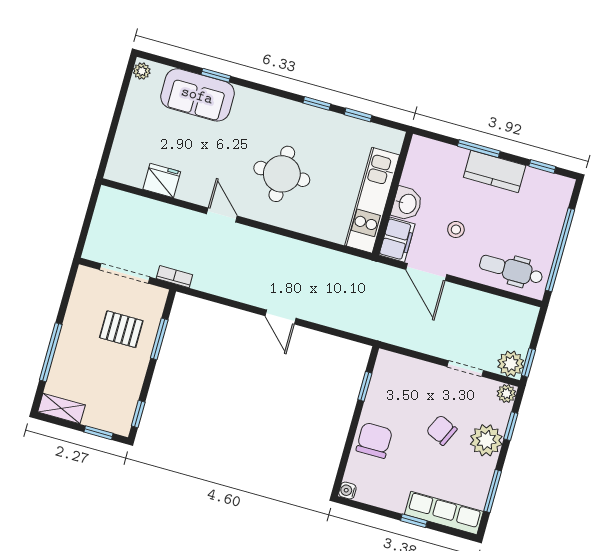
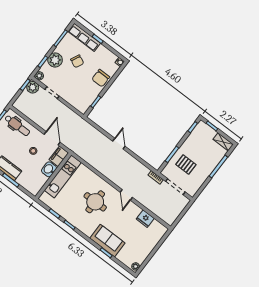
sofa: (197, 95) -> (107, 241), moved
chair: (442, 430) -> (77, 61), moved

